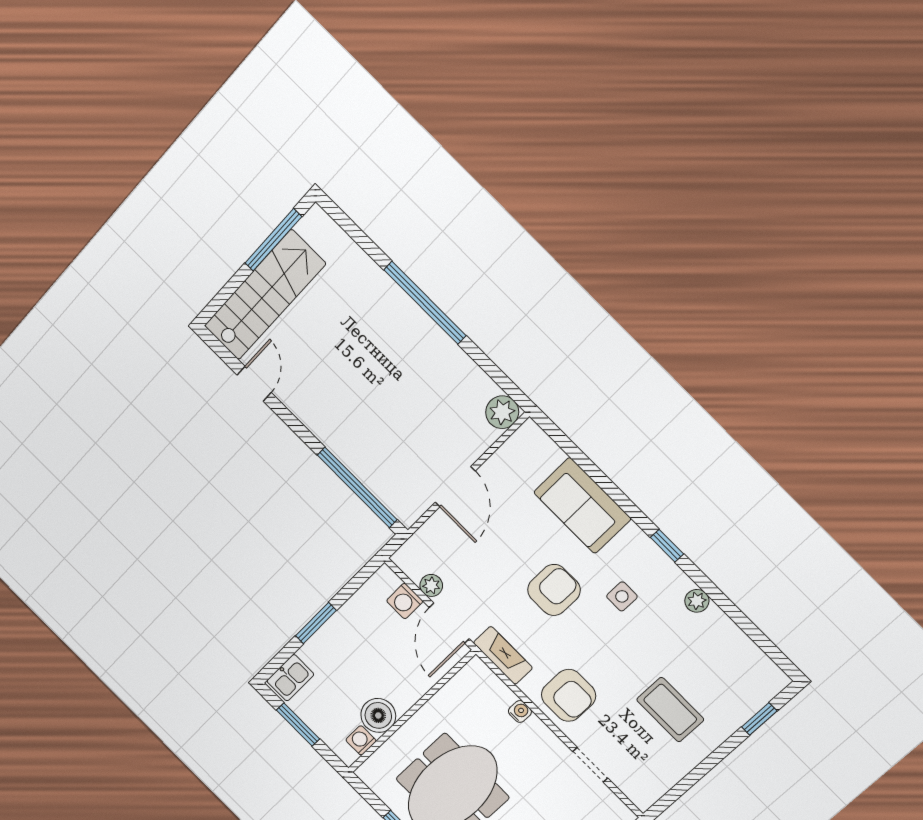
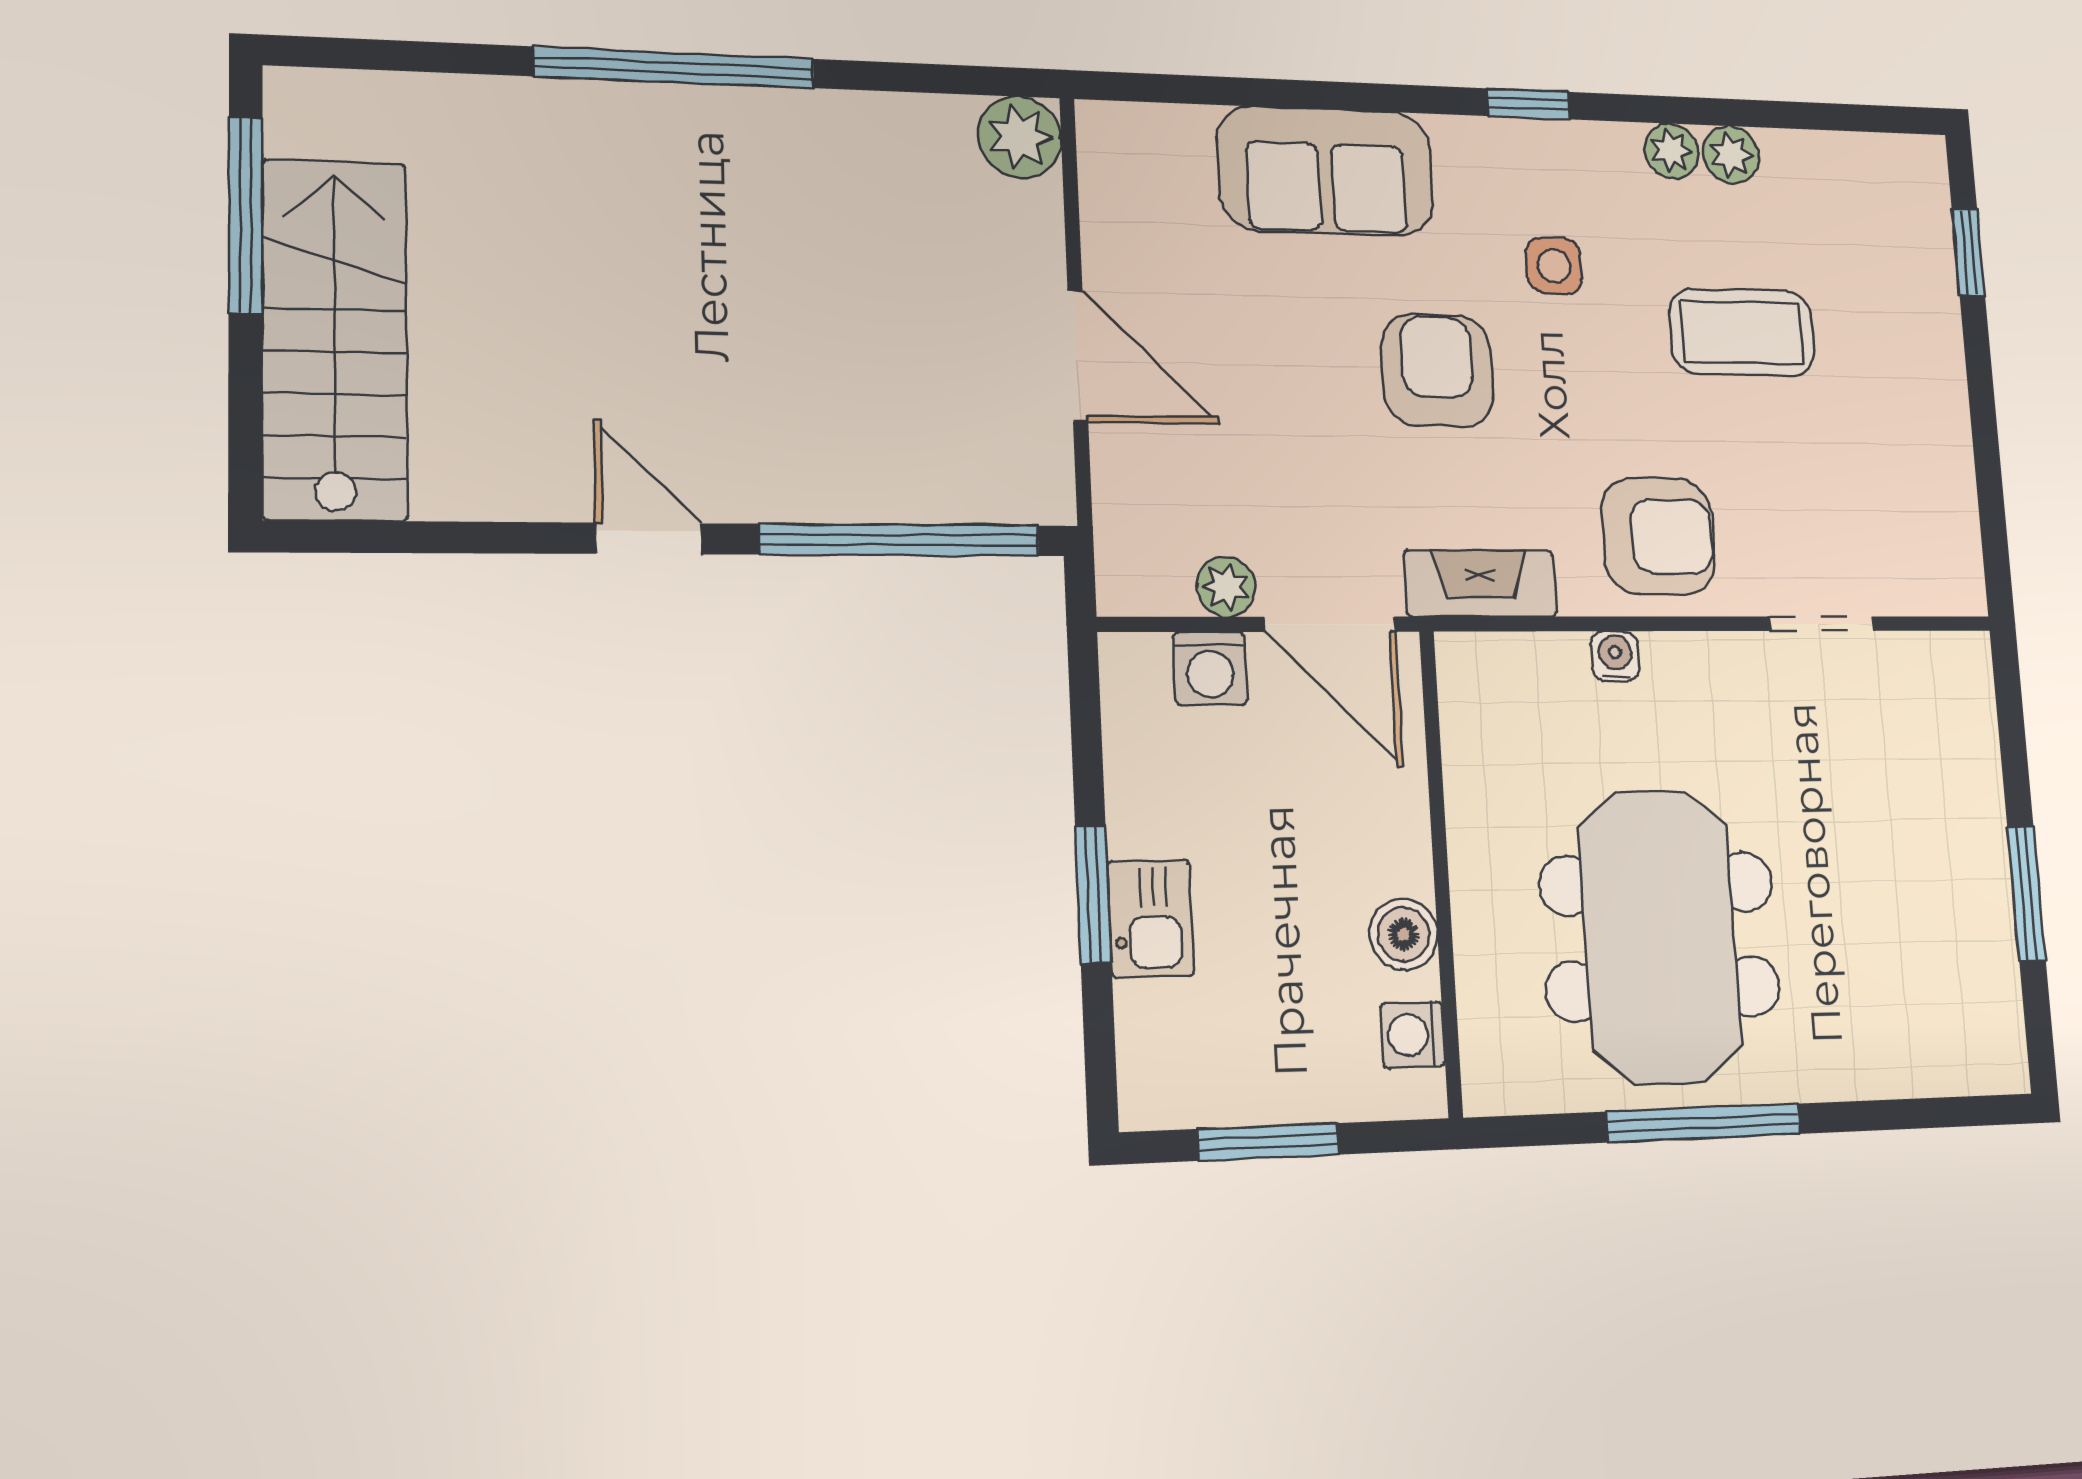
door: (254, 384) -> (649, 539), moved
plant: (715, 620) -> (1731, 155), added
kitchen sink: (290, 678) -> (1151, 919), moved
coffee table: (670, 710) -> (1742, 332), moved
boiler: (378, 715) -> (1404, 934), width x0.73, depth x0.73

